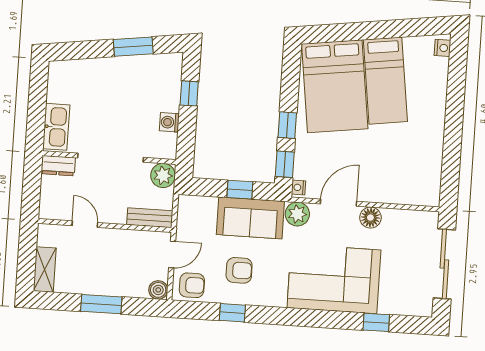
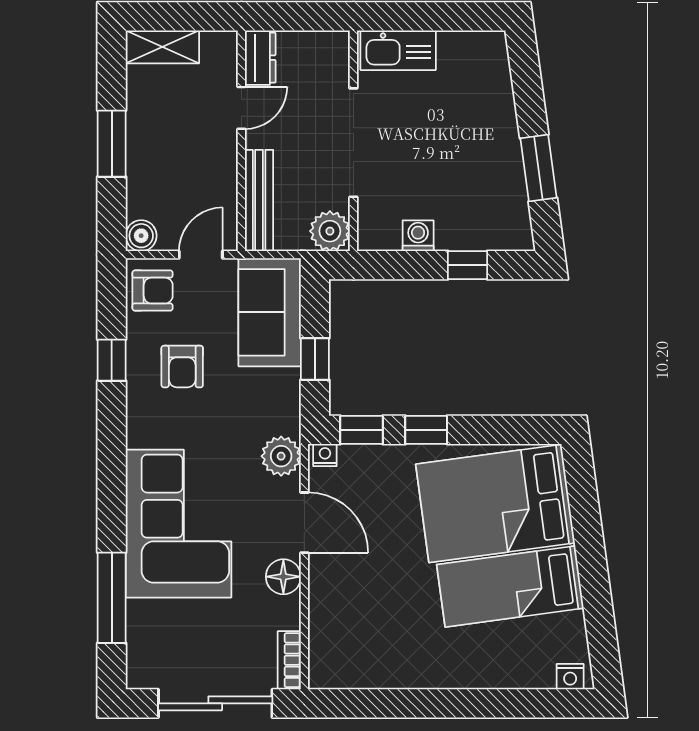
dresser: (58, 166) -> (260, 58), moved, turned 180
bookcase: (421, 217) -> (289, 660), added
bench: (150, 218) -> (259, 201), width x1.36
sofa: (250, 218) -> (270, 312), moved
door: (172, 255) -> (201, 255), swing flipped
armchair: (192, 285) -> (153, 291), turned -90
window: (376, 322) -> (112, 598), width x2.17

